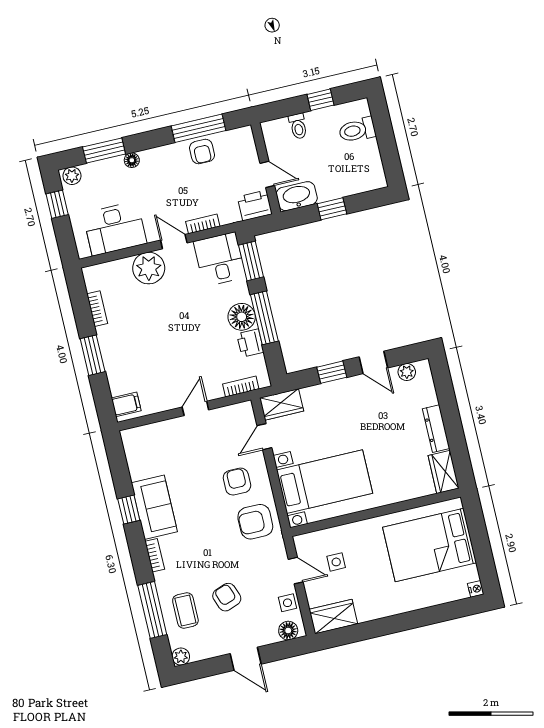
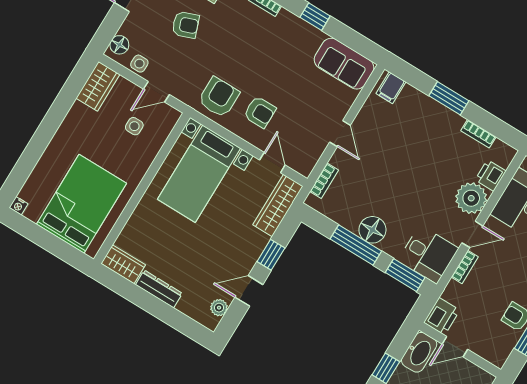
printer: (250, 343) -> (491, 175), moved, turned -90
wardrobe: (282, 404) -> (278, 206), width x1.50
sofa: (154, 507) -> (344, 64), moved

